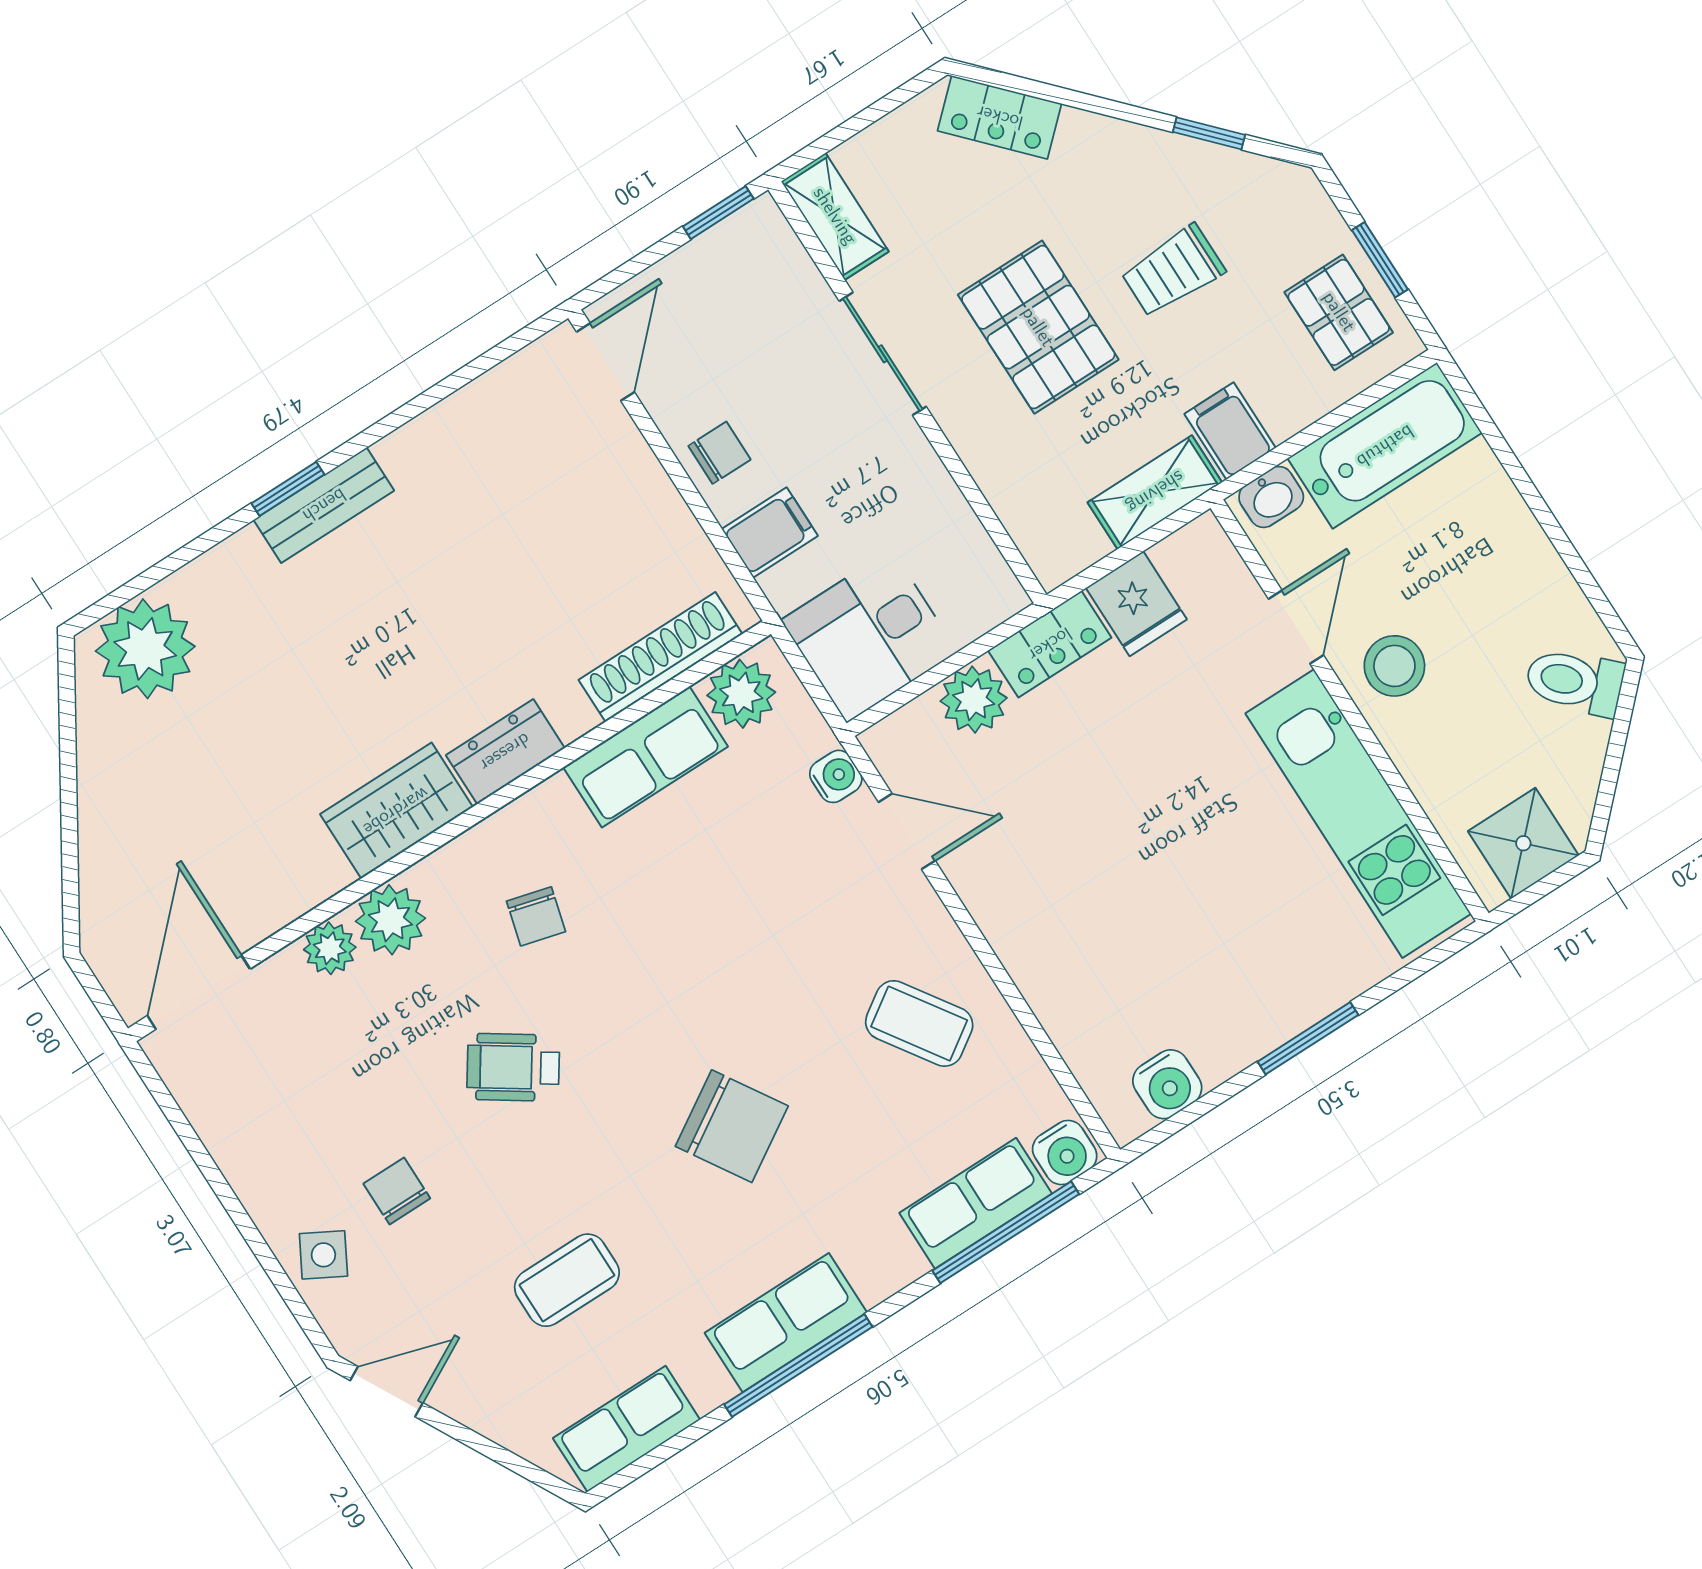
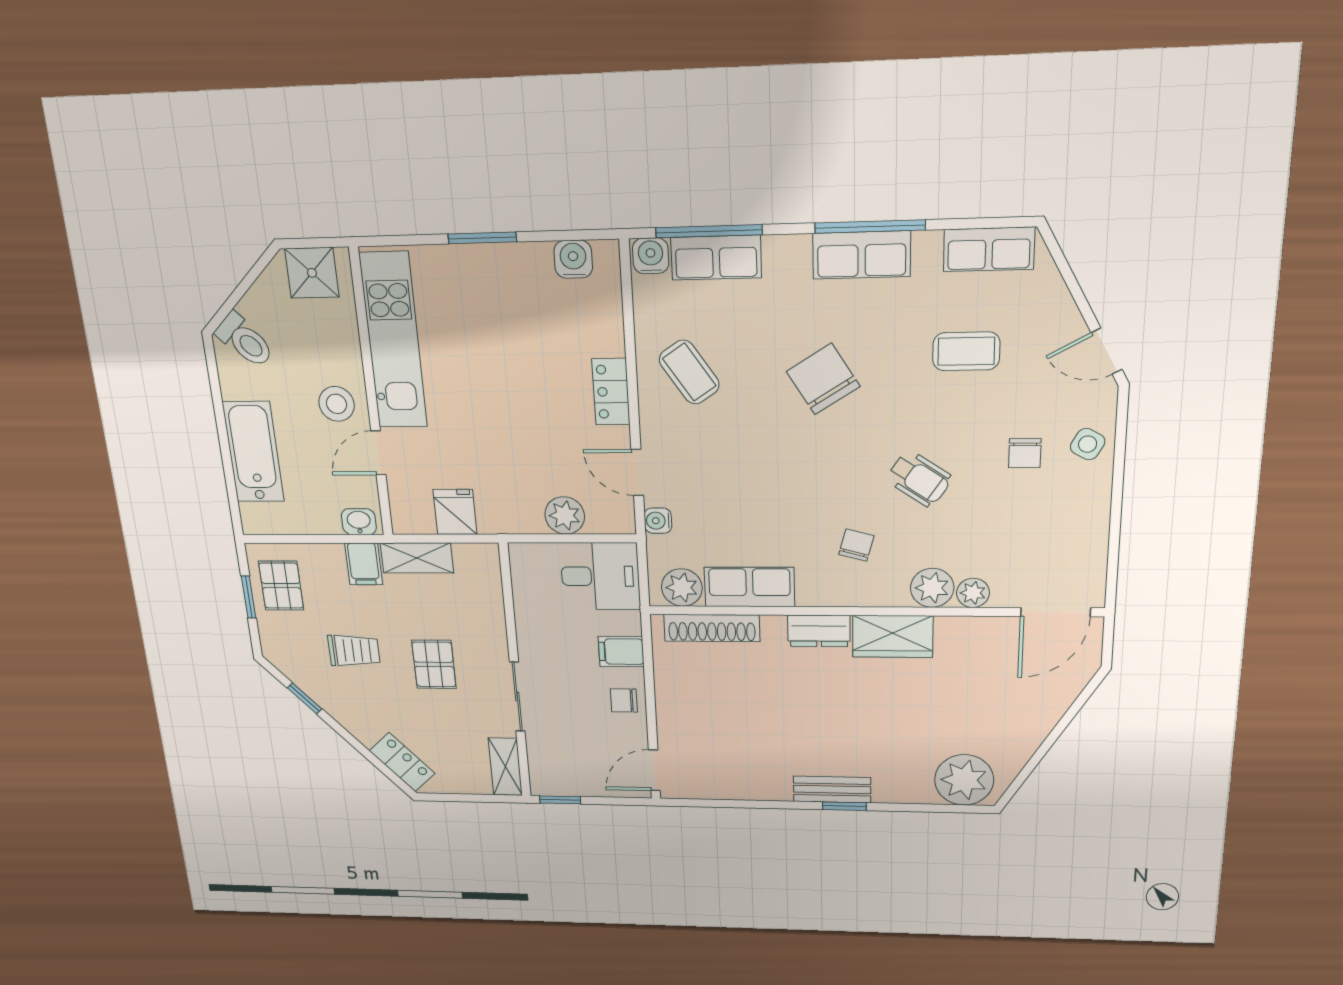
pallet: (1038, 327) -> (434, 664), width x0.67, depth x0.71
bathtub: (1385, 446) -> (253, 452), moved, turned 90
locker: (1050, 644) -> (611, 392), moved, turned -90

